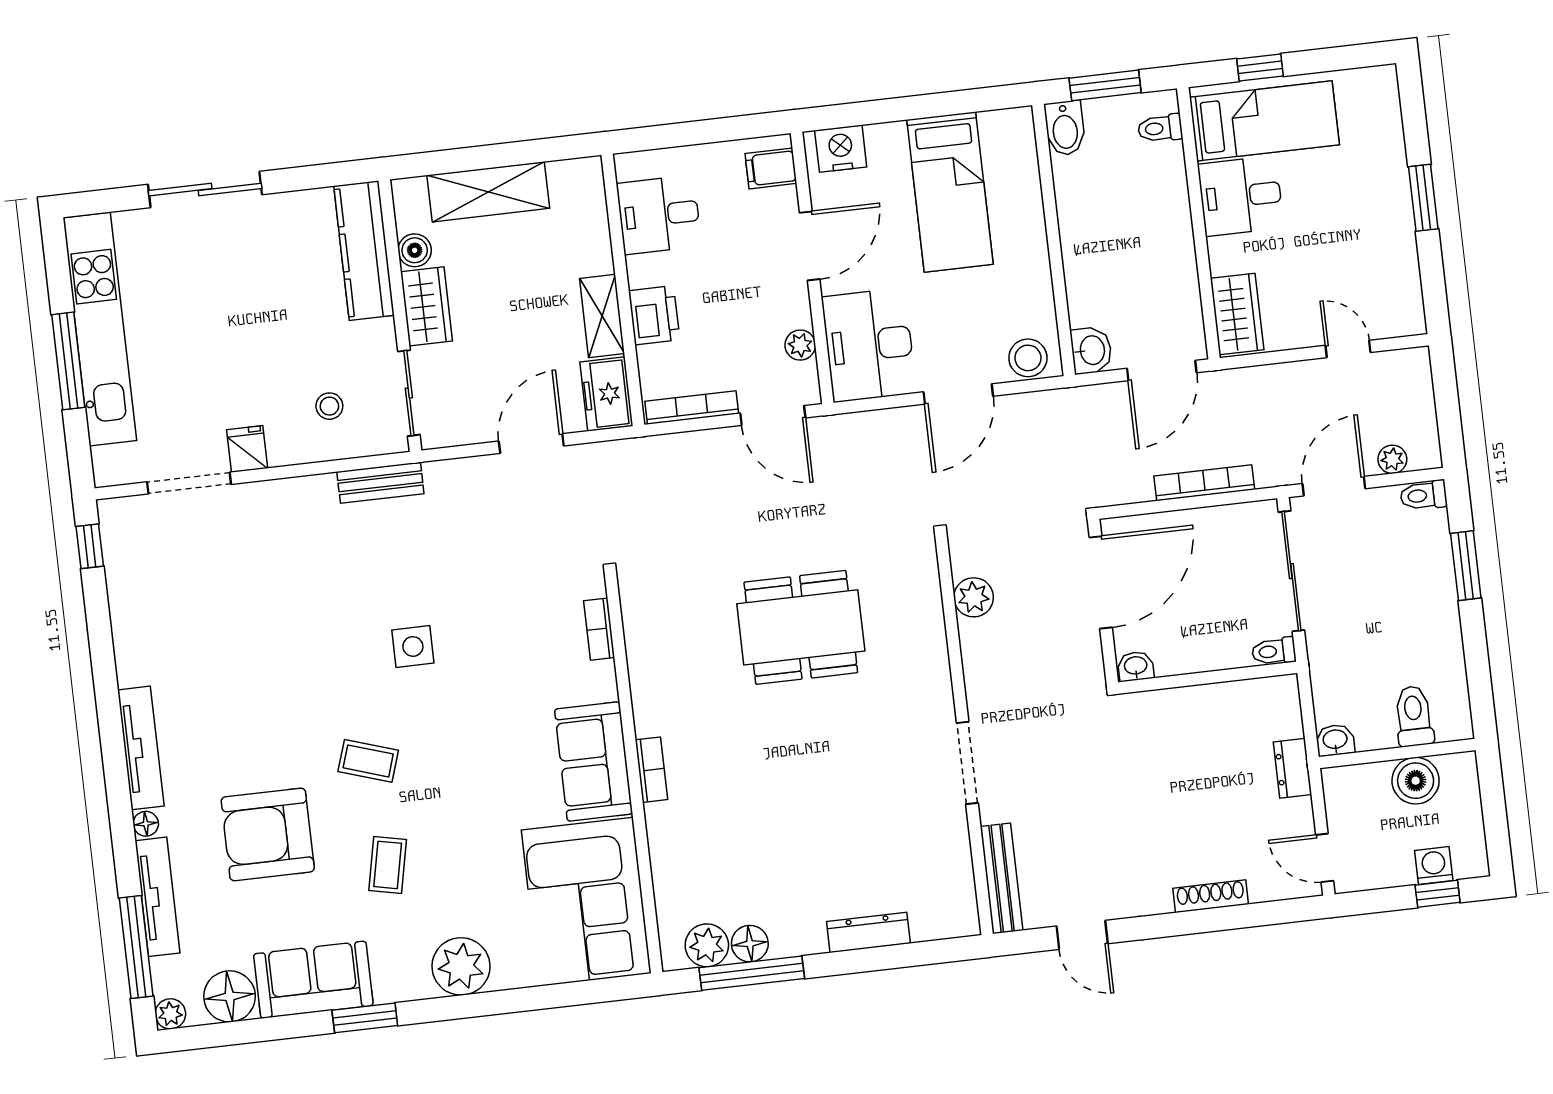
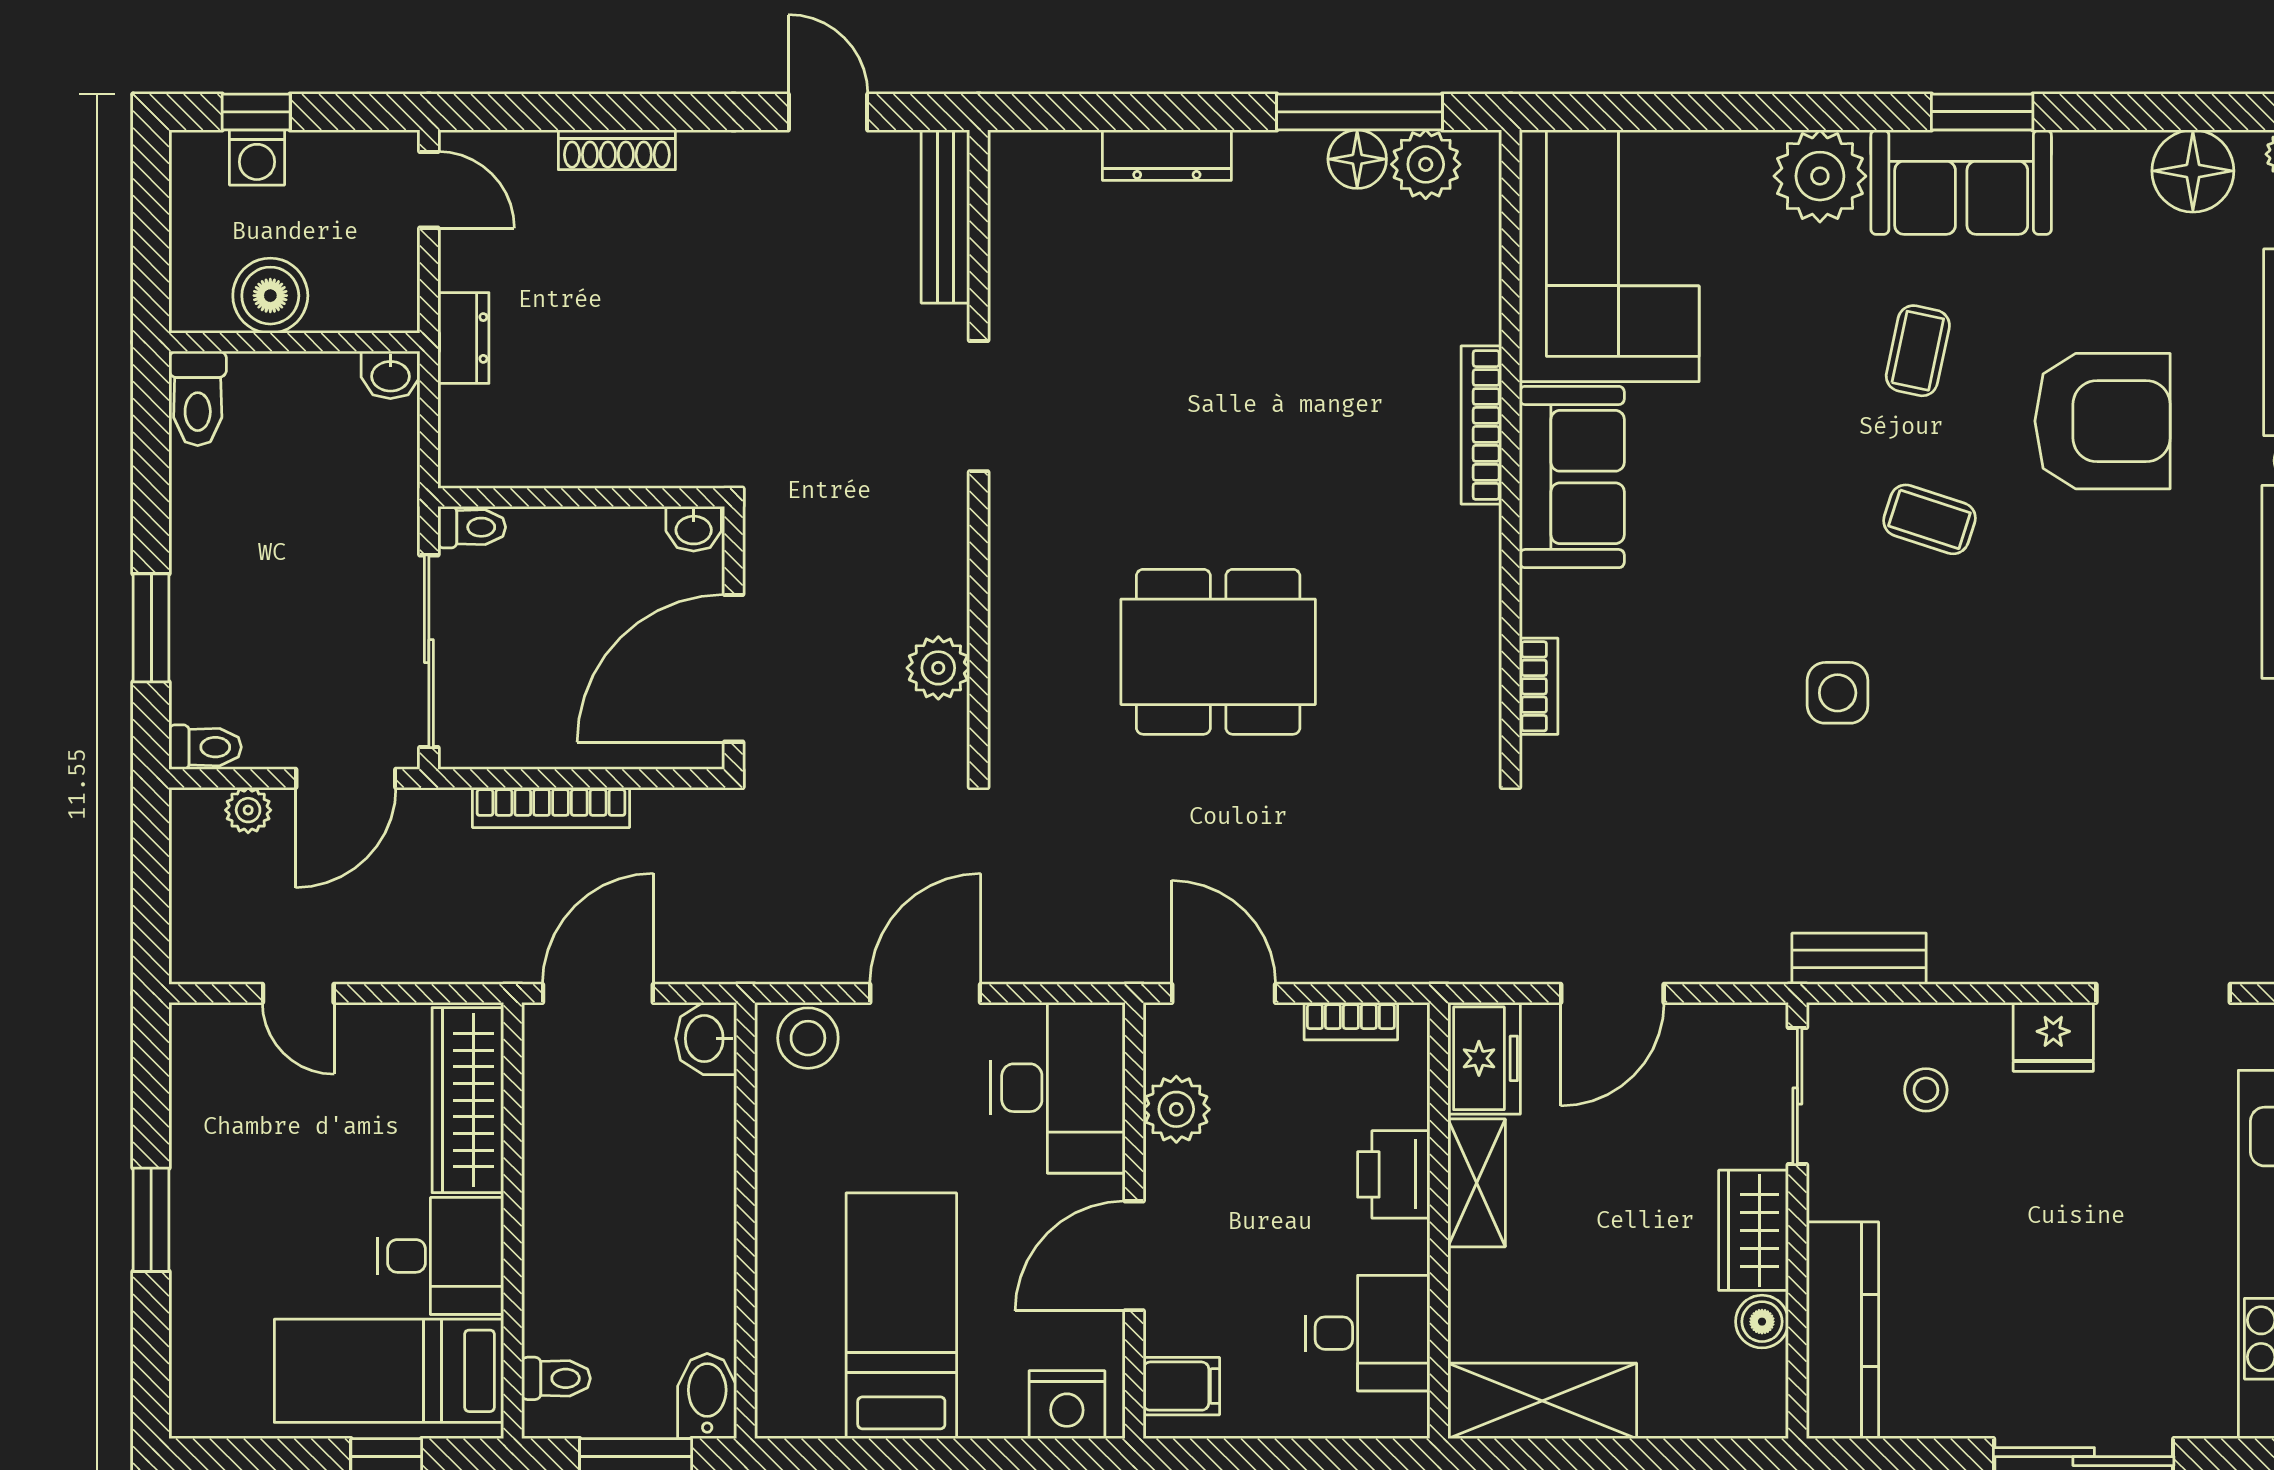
shelving: (488, 192) -> (1542, 1401), moved
wardrobe: (1237, 314) -> (468, 1100), width x1.50
plant: (800, 345) -> (1176, 1109), width x1.38, depth x1.38
bookcase: (692, 407) -> (1351, 1021), width x0.64
fridge: (247, 449) -> (2053, 1037), width x1.38
toilet: (1414, 716) -> (198, 398), moved
bookcase: (652, 770) -> (1481, 425), width x1.56
sofa: (313, 980) -> (1961, 182), moved

